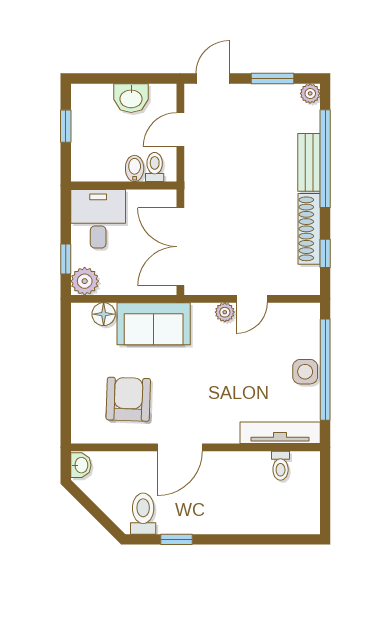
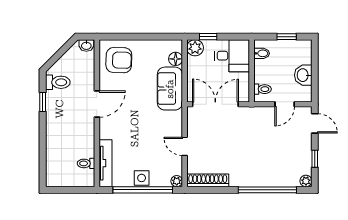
window: (273, 78) -> (315, 159), width x0.67
door: (180, 129) -> (285, 104), swing flipped
bench: (309, 162) -> (265, 180), removed
bidet: (135, 168) -> (262, 53), moved
shoe rack: (309, 229) -> (208, 180), moved
window: (325, 253) -> (211, 190), removed
plant: (225, 312) -> (177, 181), moved
armchair: (128, 399) -> (119, 60), moved
door: (180, 447) -> (97, 104), swing flipped

